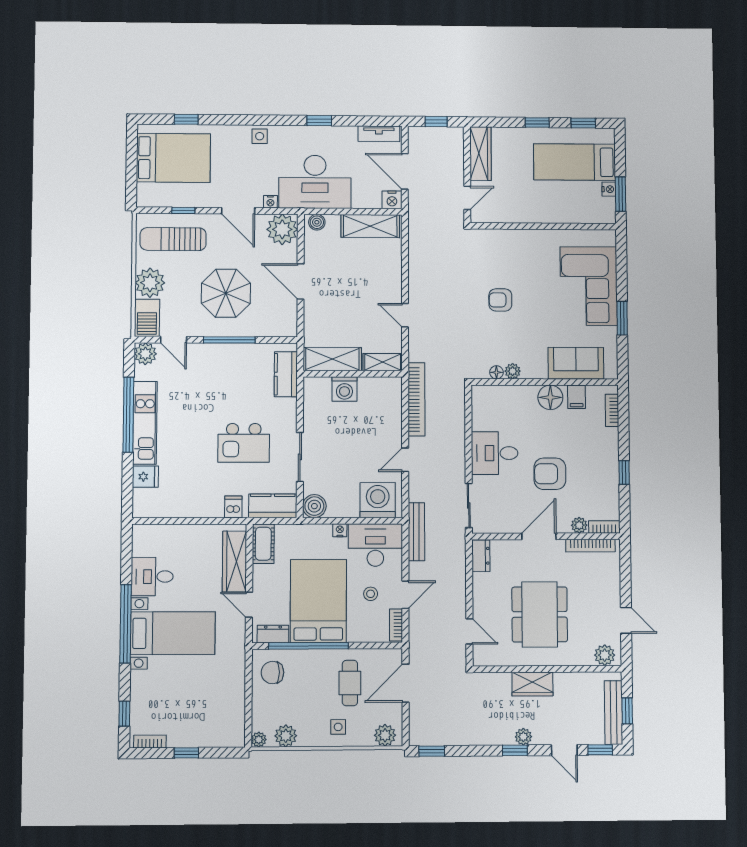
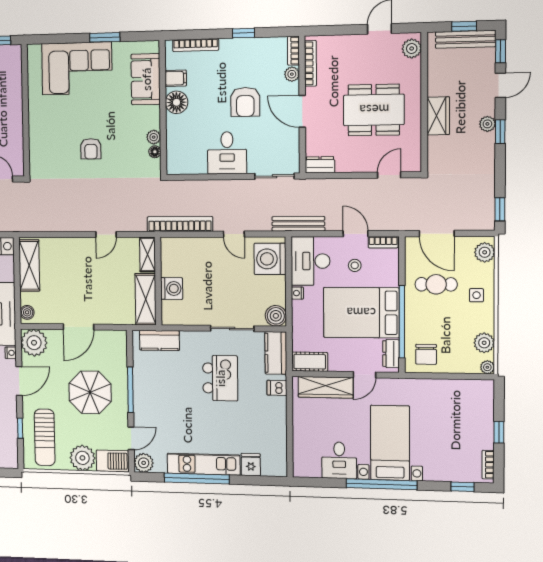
bookcase: (612, 410) -> (196, 45), width x1.56

